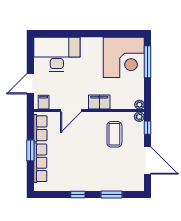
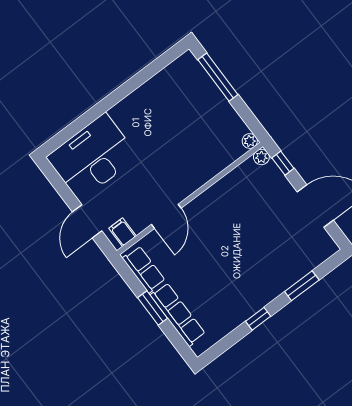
corner desk: (124, 57) -> (183, 95), removed
filing cabinet: (99, 102) -> (195, 177), removed
coffee table: (114, 134) -> (246, 204), removed

